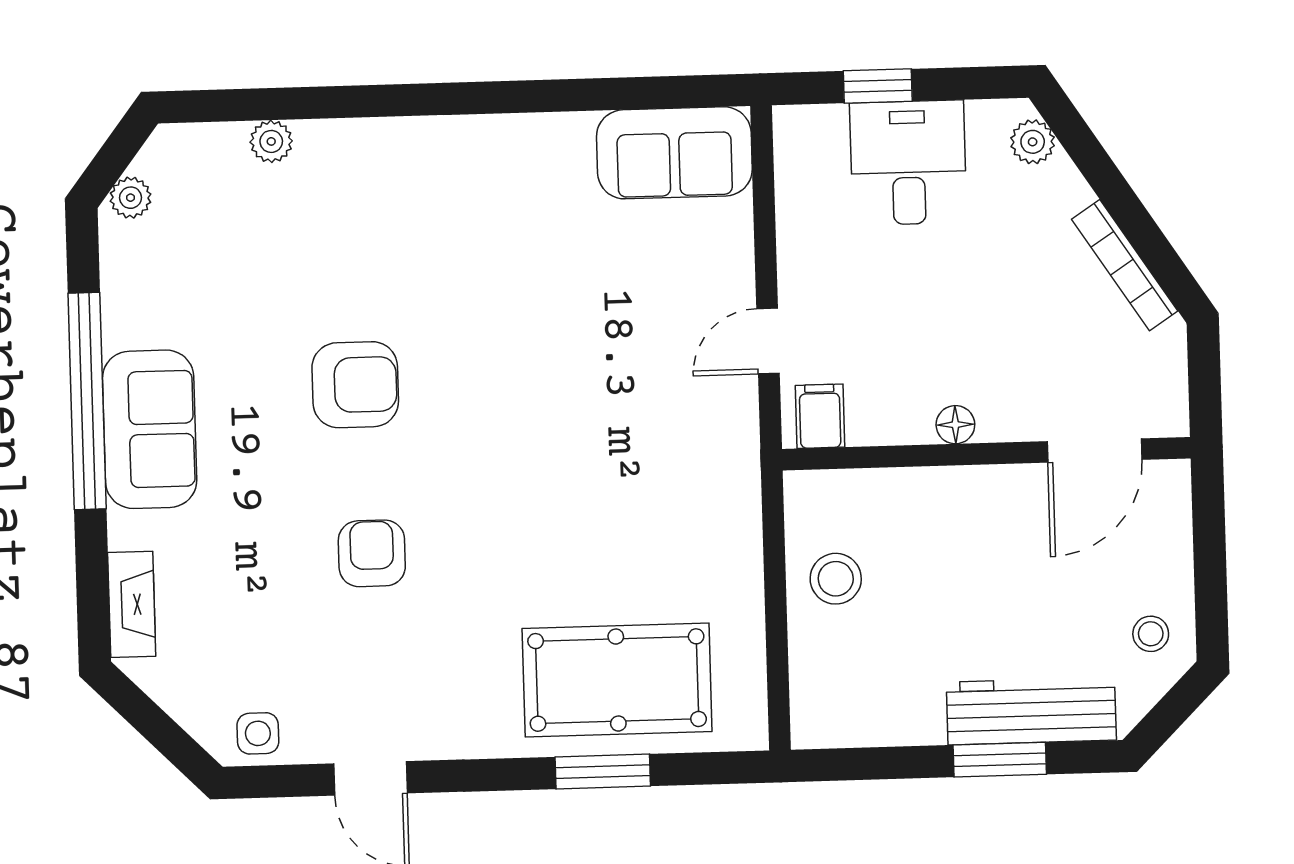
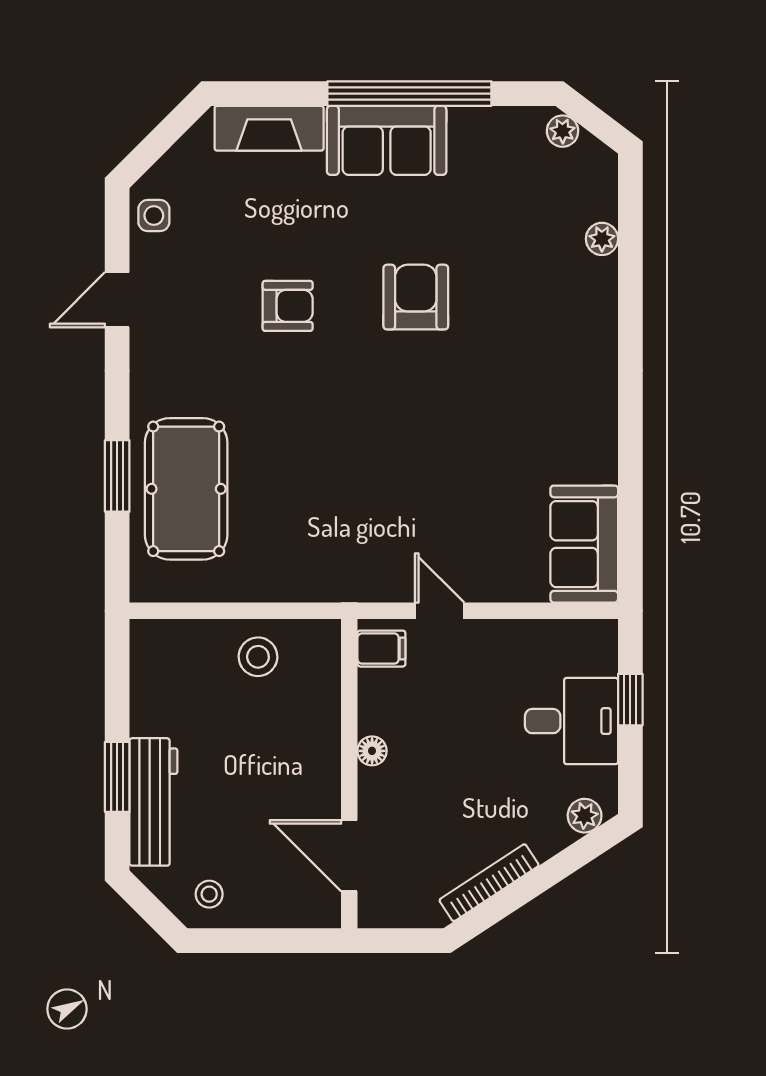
armchair: (355, 385) -> (416, 297), turned 180
fireplace: (132, 604) -> (269, 128), width x1.37, depth x1.32

